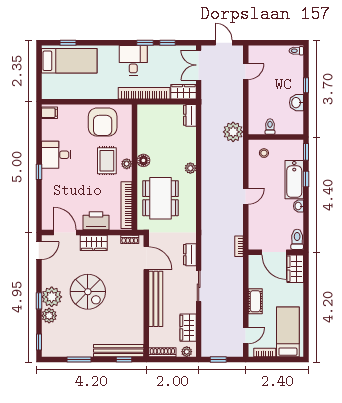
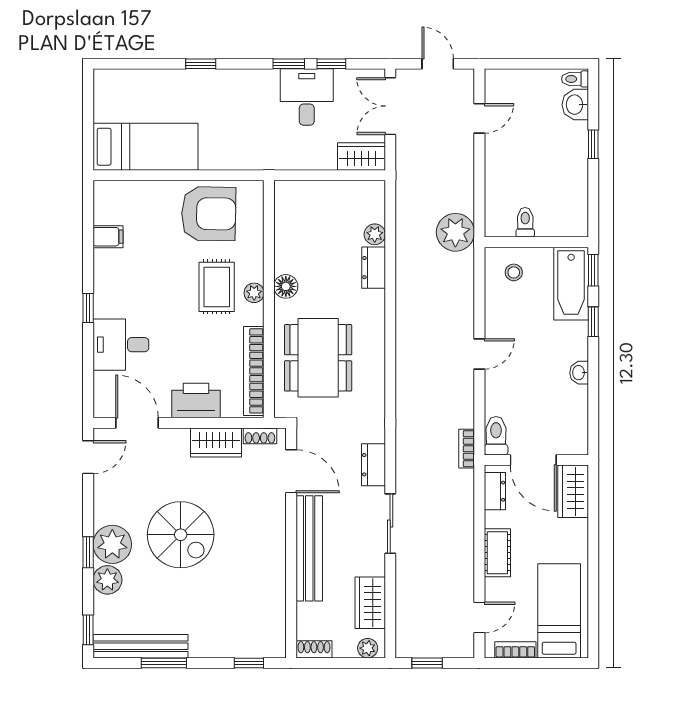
window: (68, 43) -> (201, 64), moved
desk: (133, 60) -> (307, 97), moved
bed: (69, 61) -> (145, 147), moved
bookcase: (144, 93) -> (287, 159), removed
washbasin: (296, 103) -> (575, 105), moved
filing cabinet: (49, 113) -> (108, 237), moved
dresser: (190, 115) -> (374, 268), moved
armchair: (103, 122) -> (209, 214), turned -89
desk: (56, 155) -> (121, 345), moved
plant: (190, 168) -> (375, 234), moved
bathtub: (294, 180) -> (571, 284), moved
toilet: (297, 239) -> (496, 436), moved
wardrobe: (94, 243) -> (216, 443), moved
dresser: (254, 269) -> (495, 491), added
bench: (119, 351) -> (140, 646), moved
shoe rack: (162, 352) -> (314, 649), width x0.70

